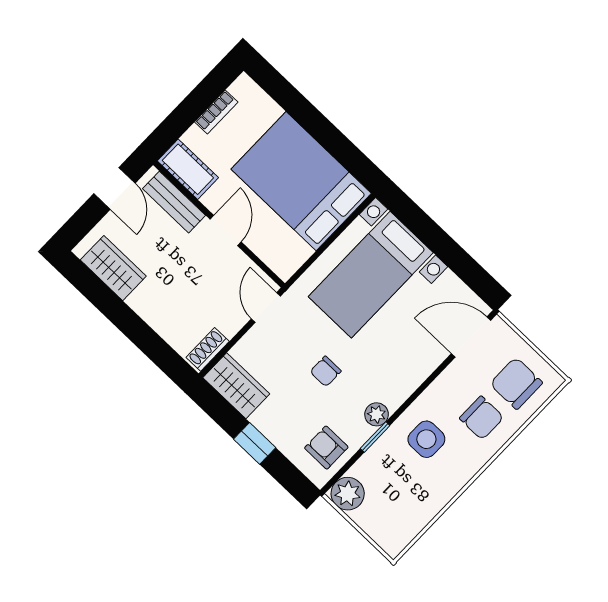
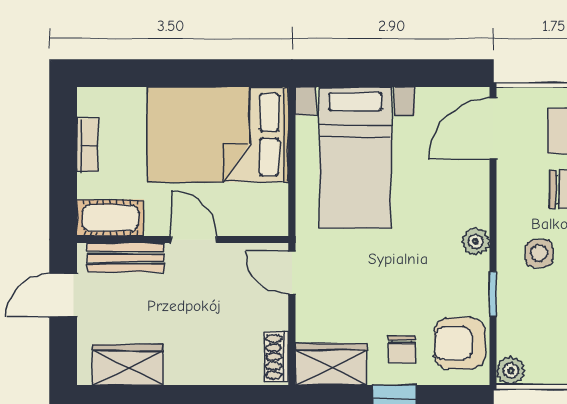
door: (115, 188) -> (63, 295), swing flipped
chair: (326, 371) -> (402, 349), moved
plant: (377, 414) -> (476, 241), moved
side table: (426, 439) -> (539, 253), width x0.73, depth x0.73
armchair: (326, 448) -> (460, 343), width x1.38, depth x1.38
plant: (348, 494) -> (511, 371), width x0.73, depth x0.73

